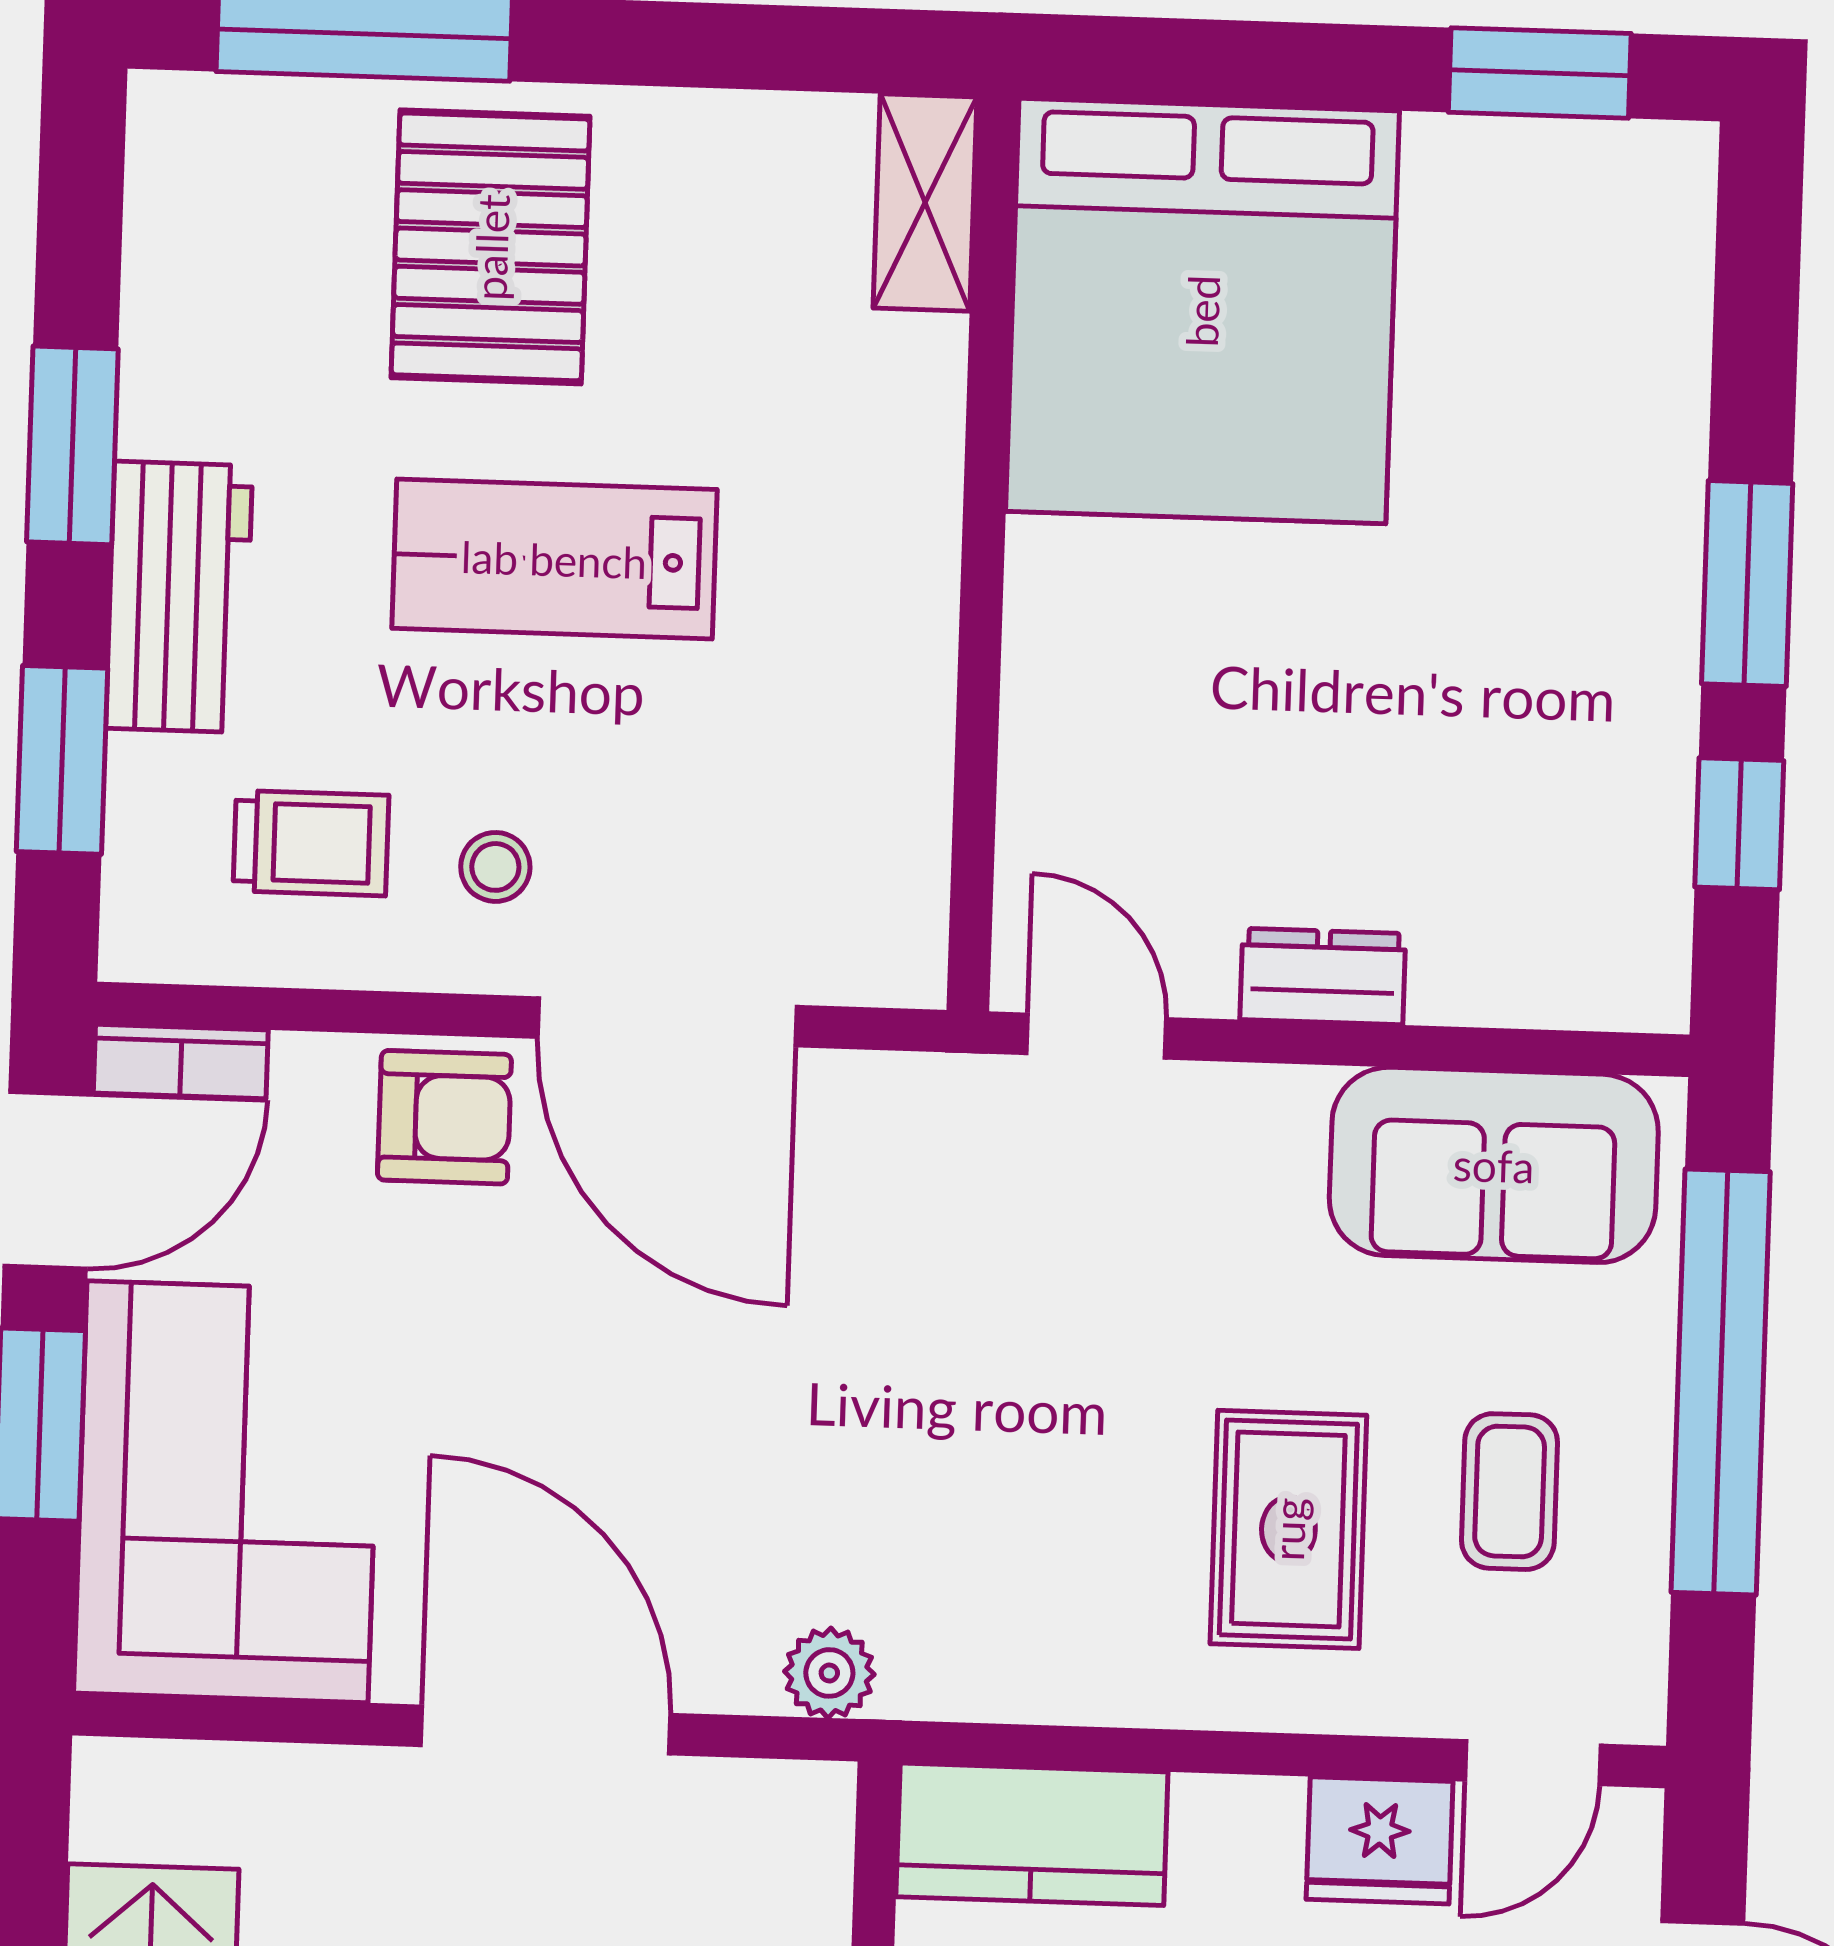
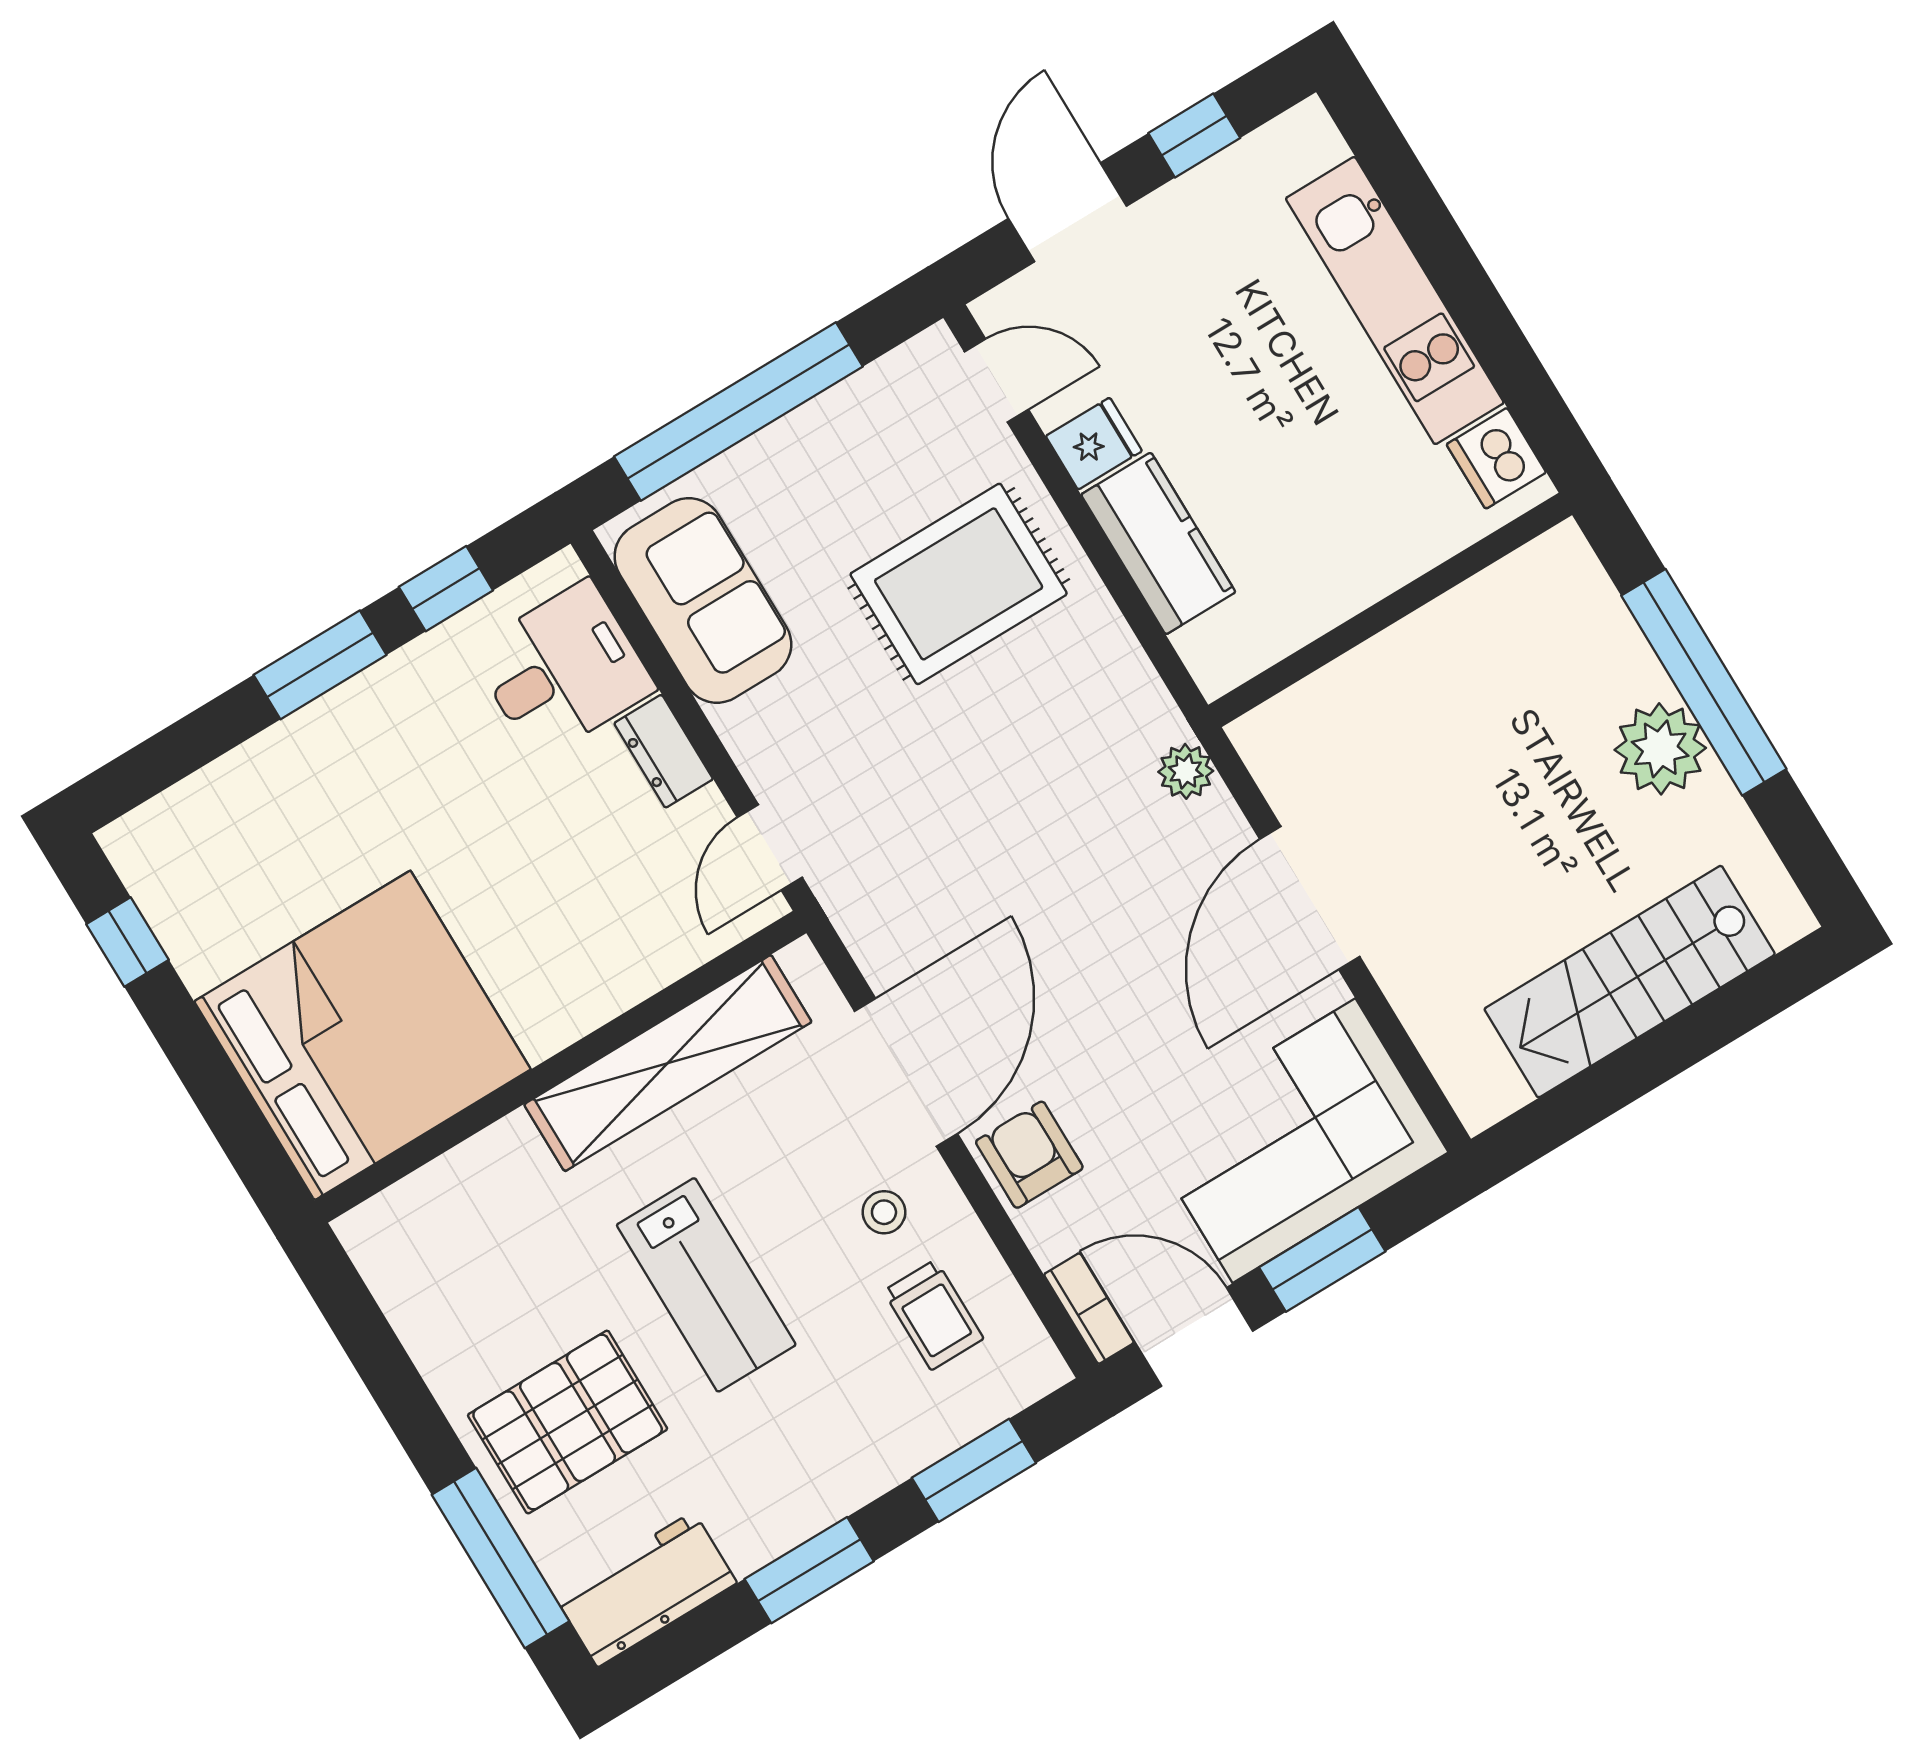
window: (1540, 73) -> (127, 942), width x0.67
shelving: (925, 202) -> (668, 1063), moved, width x2.20, depth x1.33
workbench: (179, 597) -> (646, 1589), moved
trolley: (311, 843) -> (933, 1315), turned 180
desk: (1524, 911) -> (563, 670), added
coffee table: (1510, 1492) -> (865, 483), removed
rug: (1288, 1529) -> (959, 584), width x1.36, depth x1.43
kitchen counter: (1032, 1834) -> (1158, 543), moved
fridge: (1380, 1840) -> (1094, 444), width x0.72

